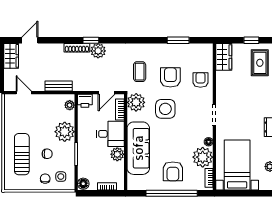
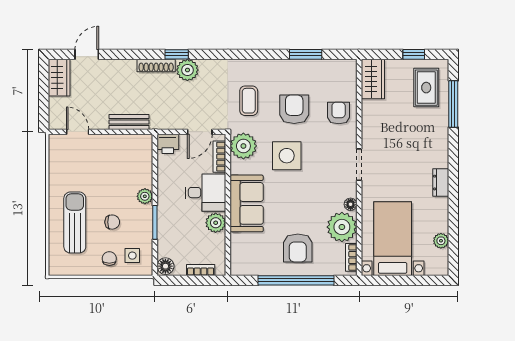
plant: (70, 105) -> (145, 150), removed
plant: (65, 132) -> (145, 196), width x0.53, depth x0.53
sofa: (138, 148) -> (247, 203), width x0.73

